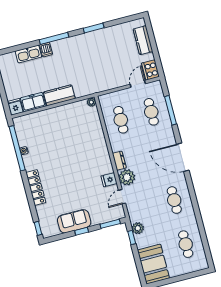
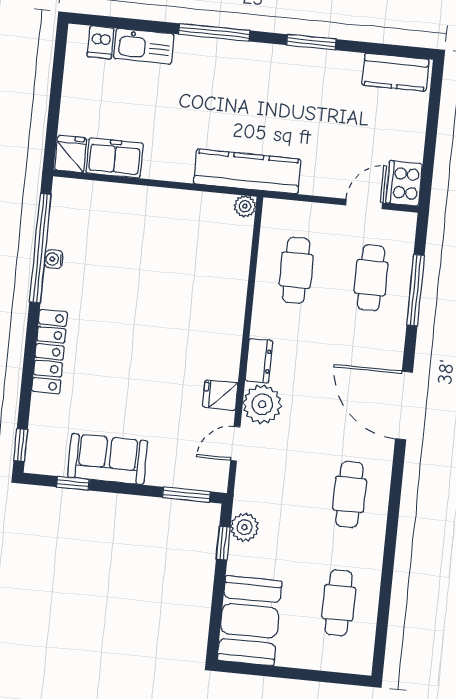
kitchen counter: (143, 40) -> (395, 72), moved, turned -90
dishwasher: (46, 50) -> (101, 42), moved
kitchen counter: (59, 95) -> (247, 171), moved, width x1.50
window: (82, 231) -> (73, 483), moved

